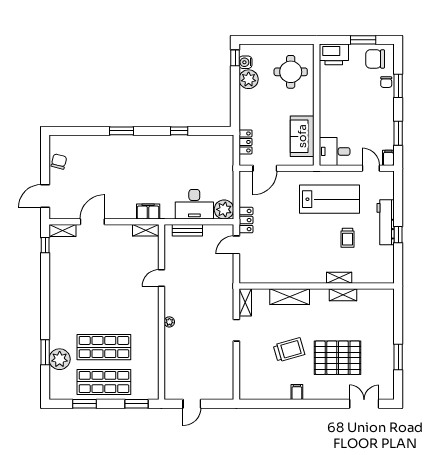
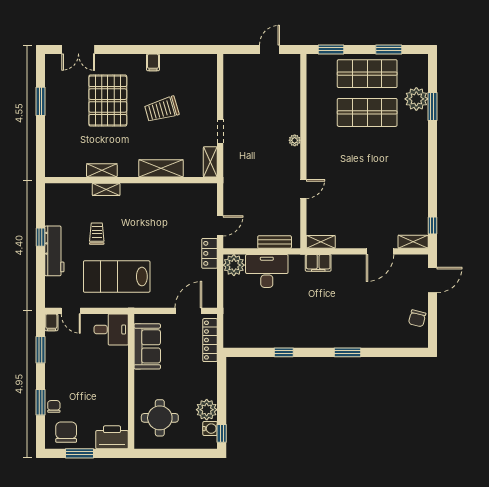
chair: (375, 59) -> (66, 432), turned -90
locker: (245, 142) -> (210, 340), width x1.53
pallet: (338, 358) -> (108, 101), turned 90

